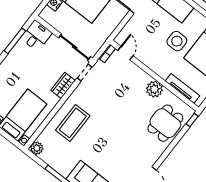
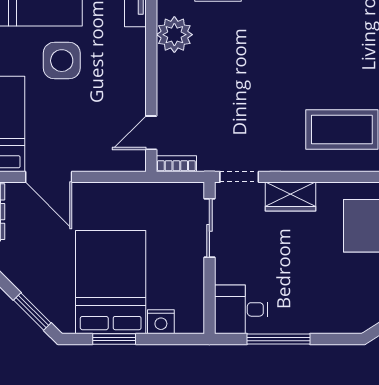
sliding door: (75, 47) -> (209, 228), width x0.73

